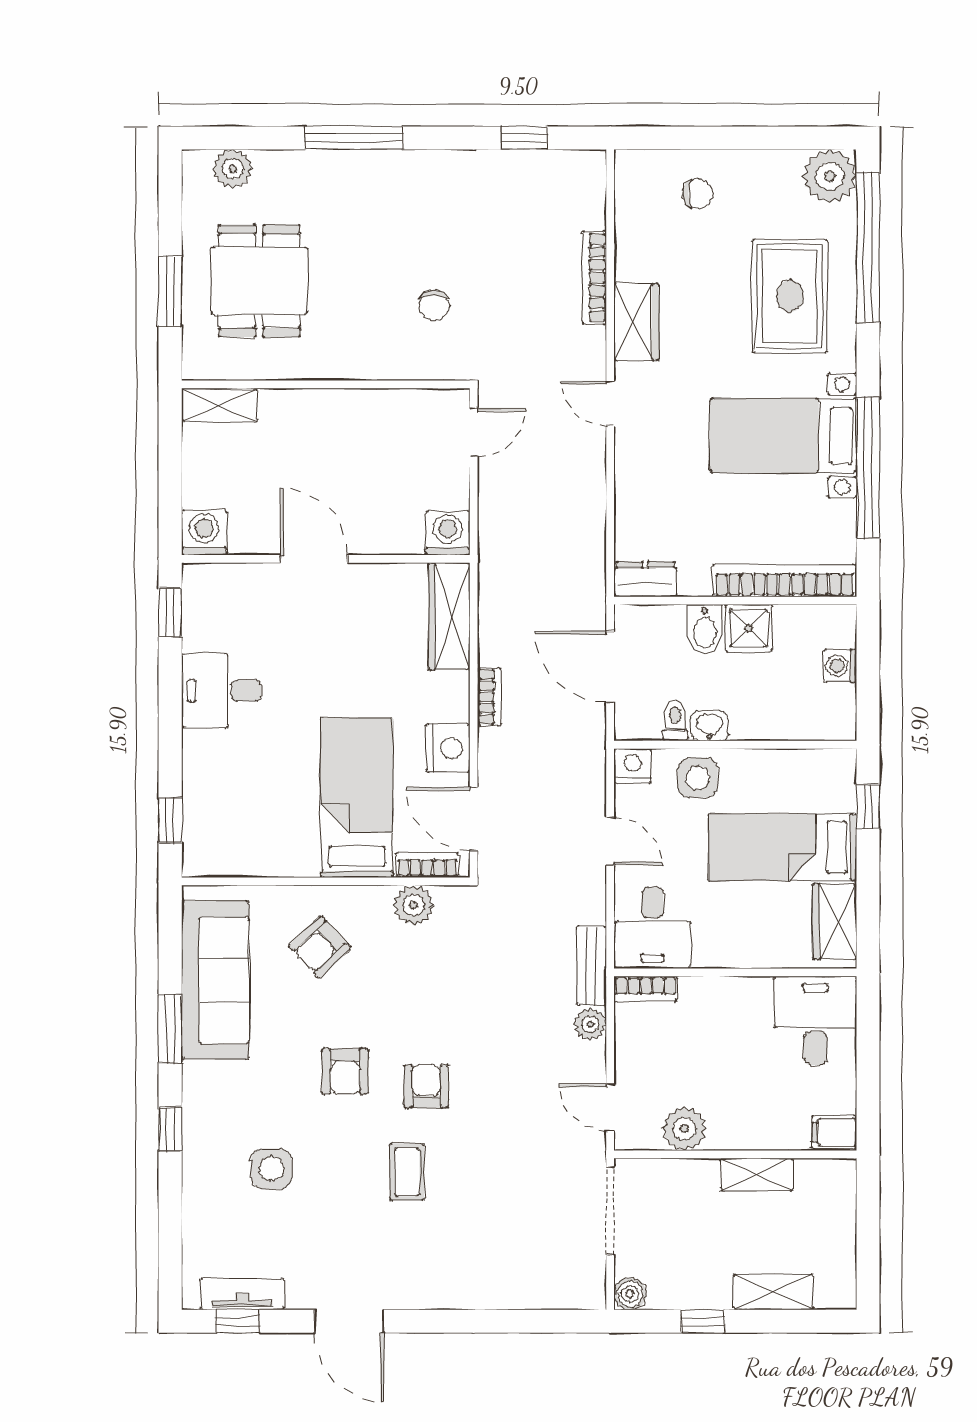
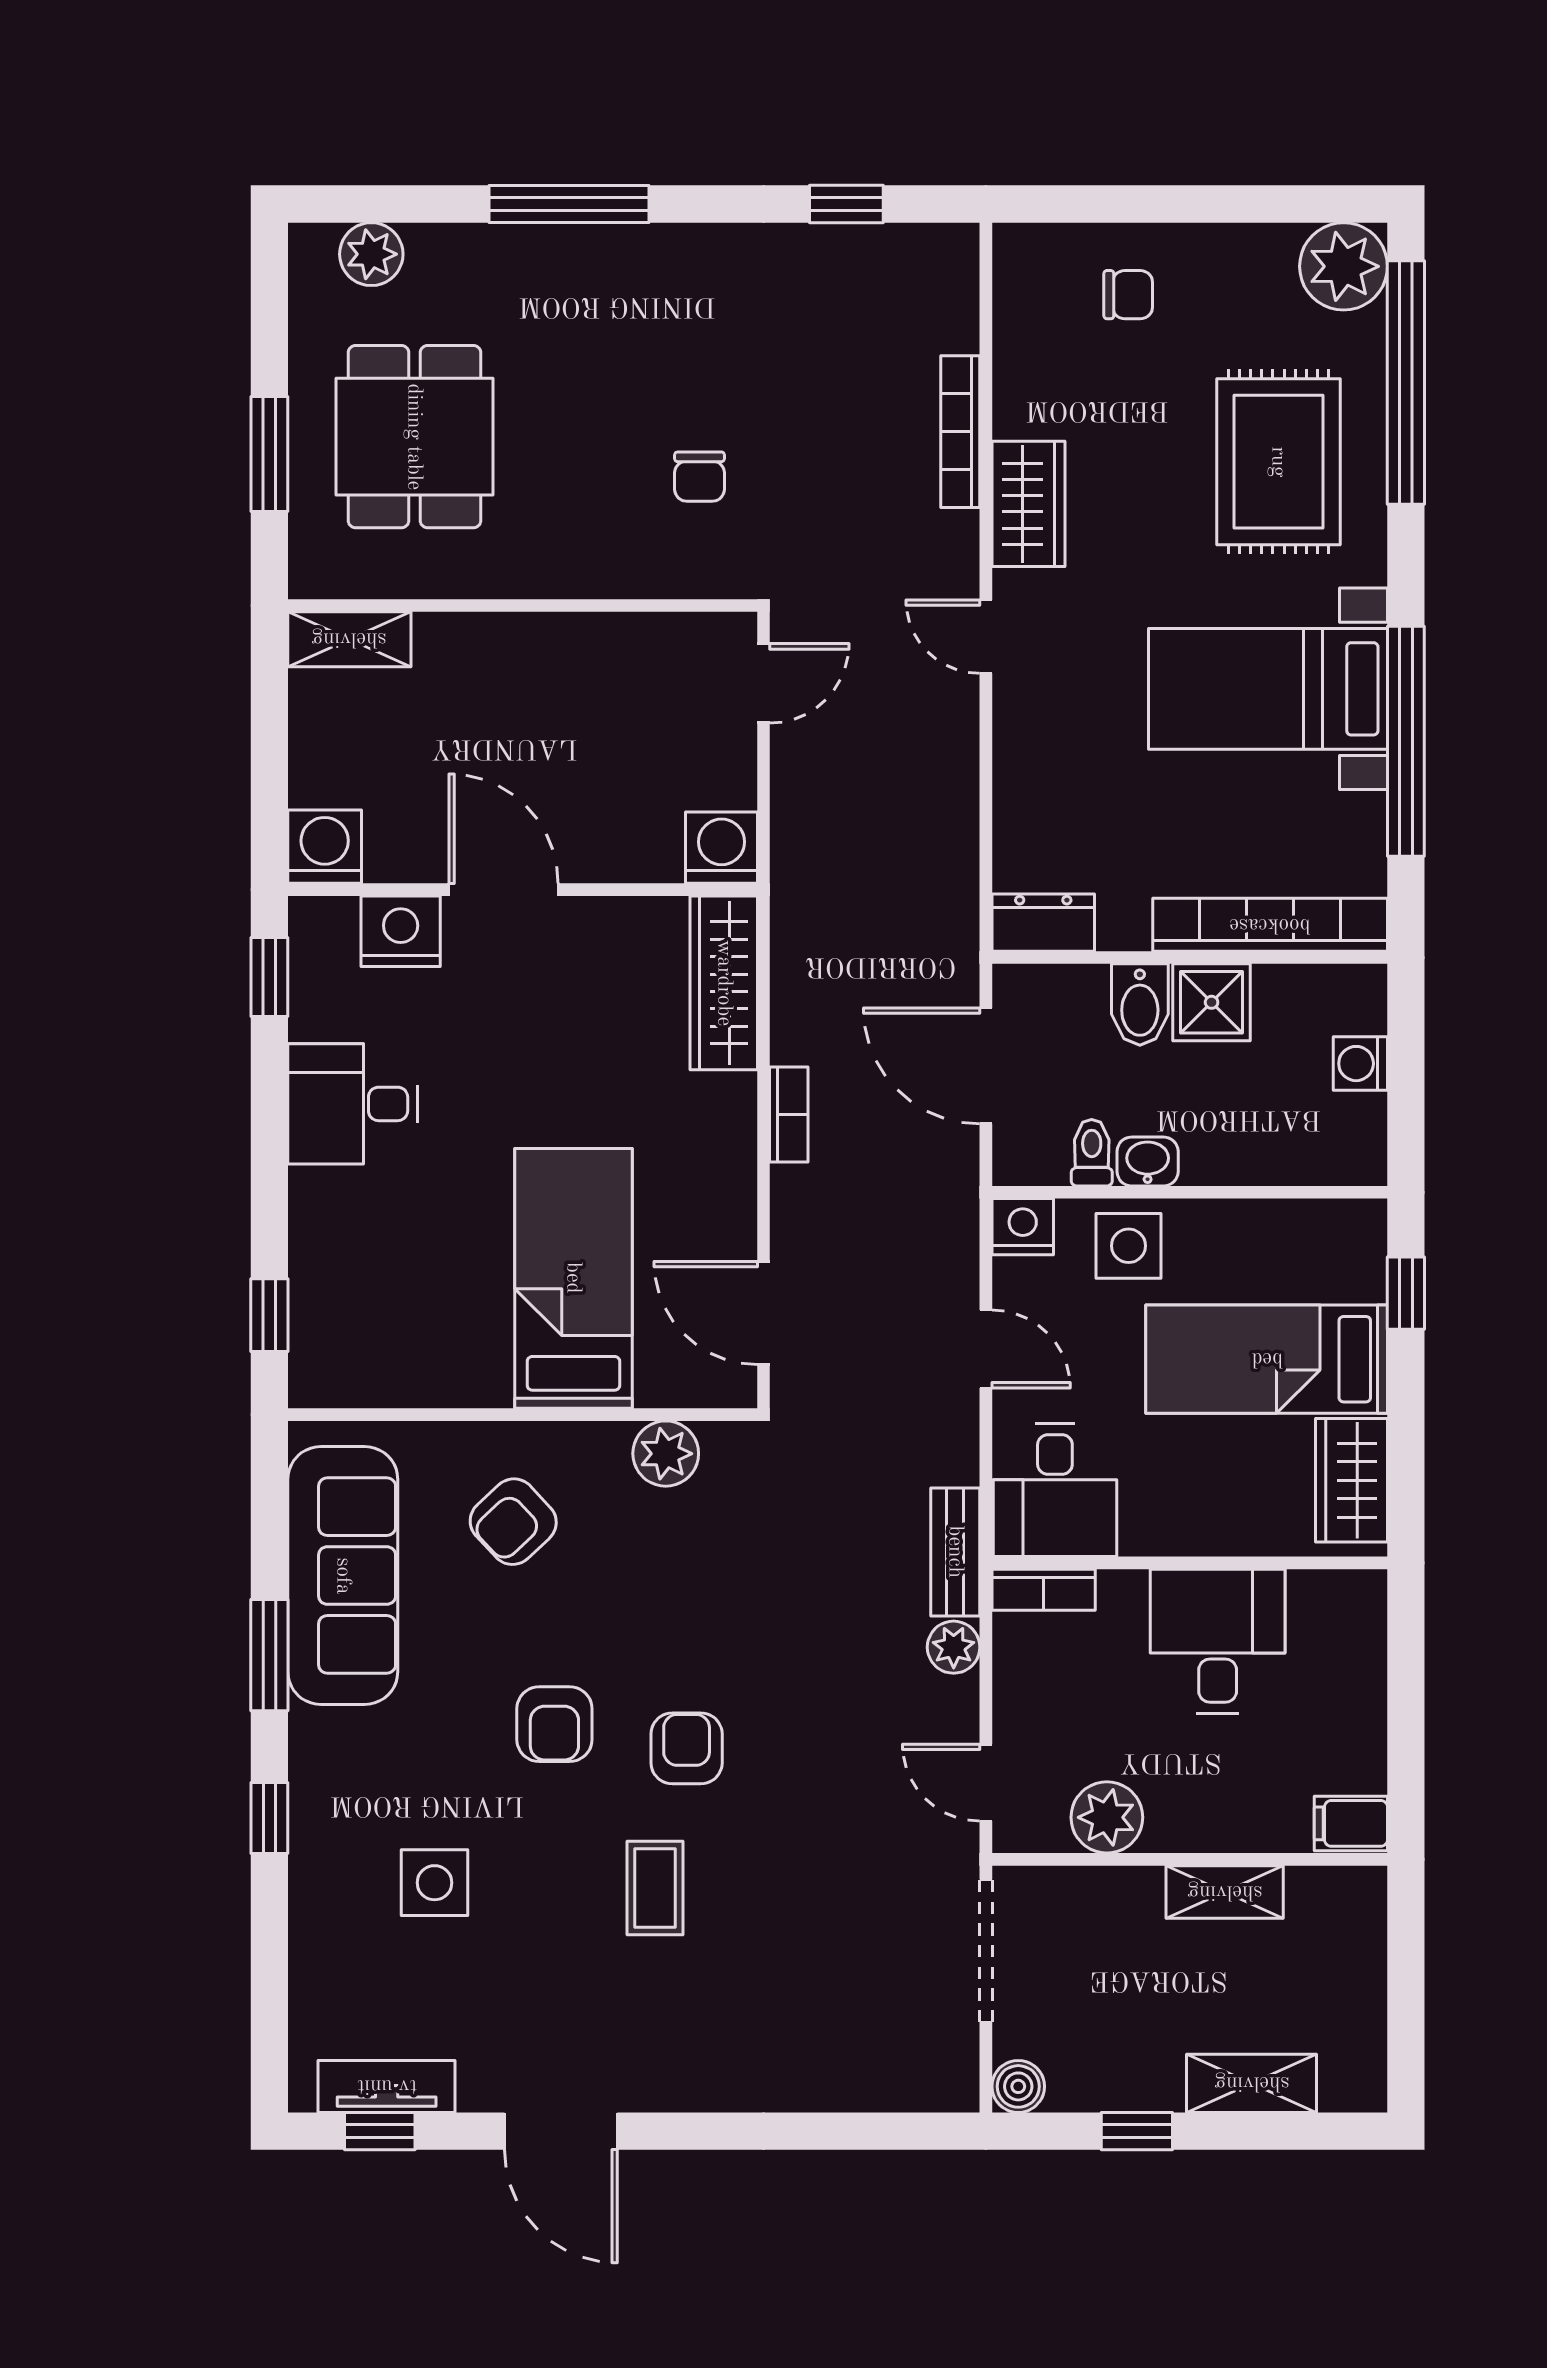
nightstand: (448, 748) -> (401, 931), moved, turned -90
bookcase: (427, 865) -> (688, 1388), removed
desk: (815, 1021) -> (1218, 1642), moved

